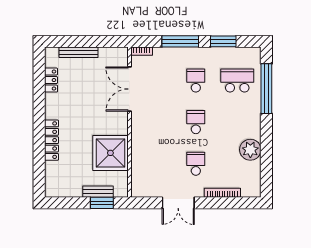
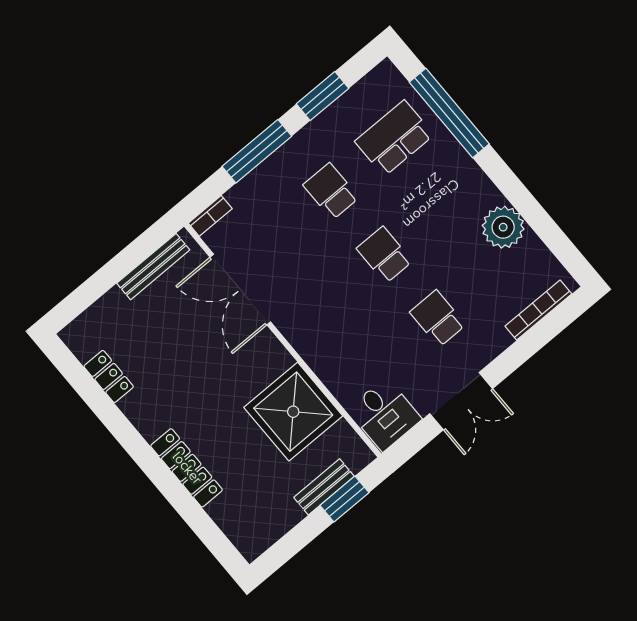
bench: (79, 52) -> (153, 267), moved
desk: (145, 183) -> (384, 414), added
bookcase: (222, 193) -> (538, 310), moved

